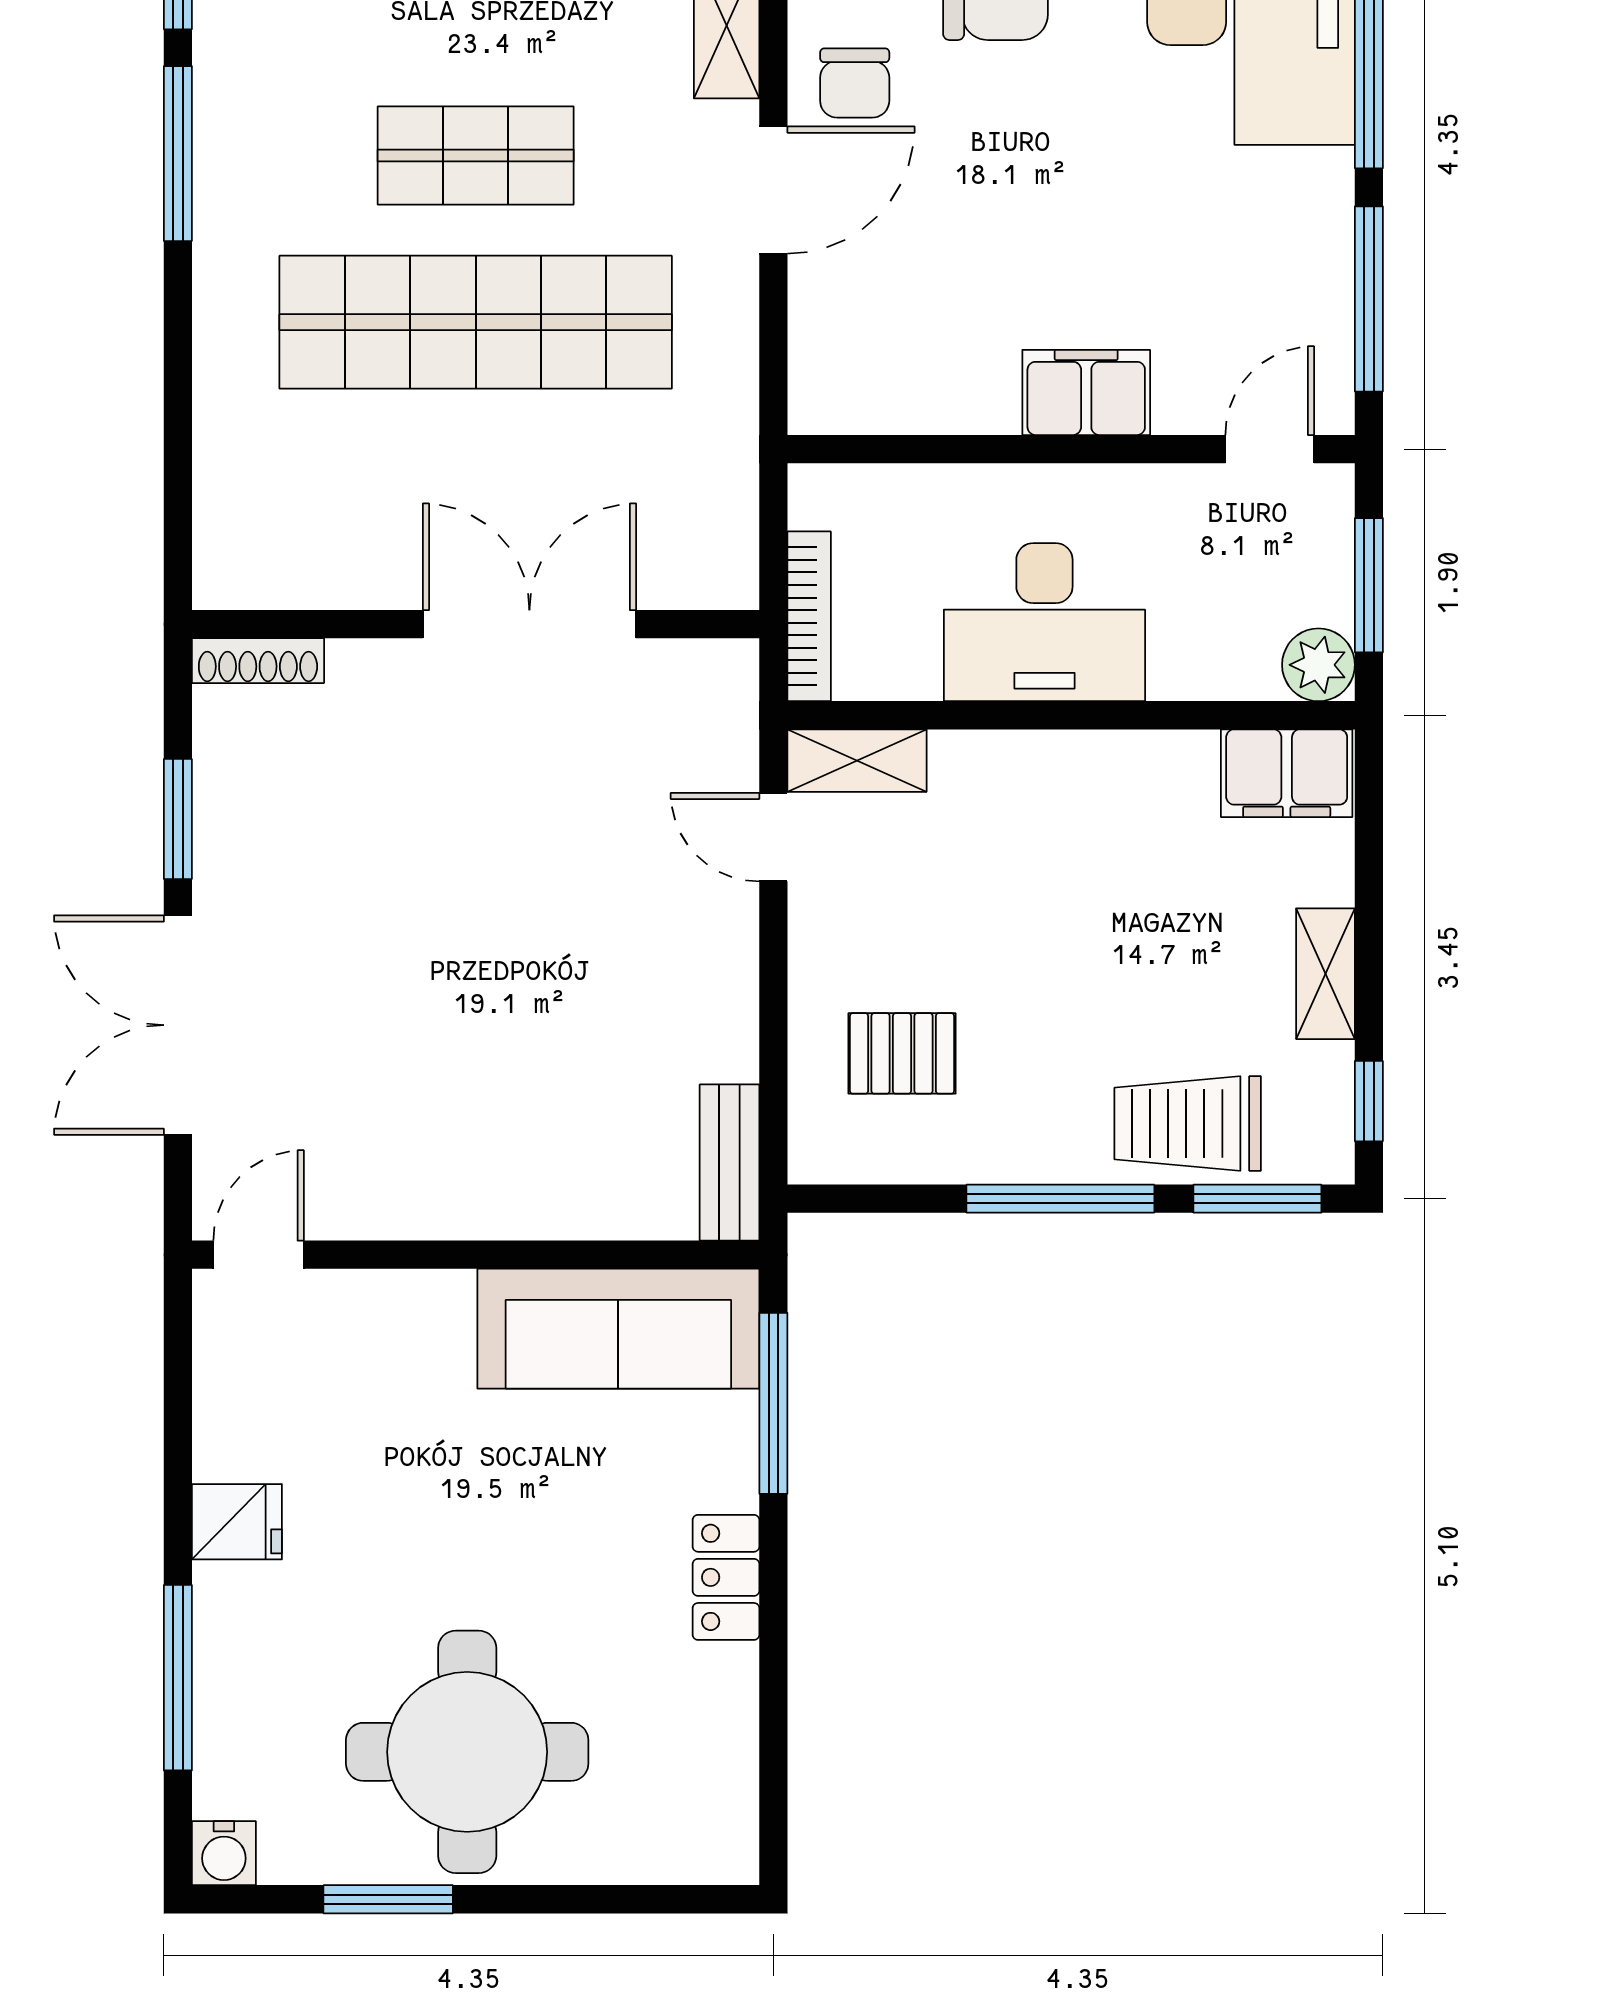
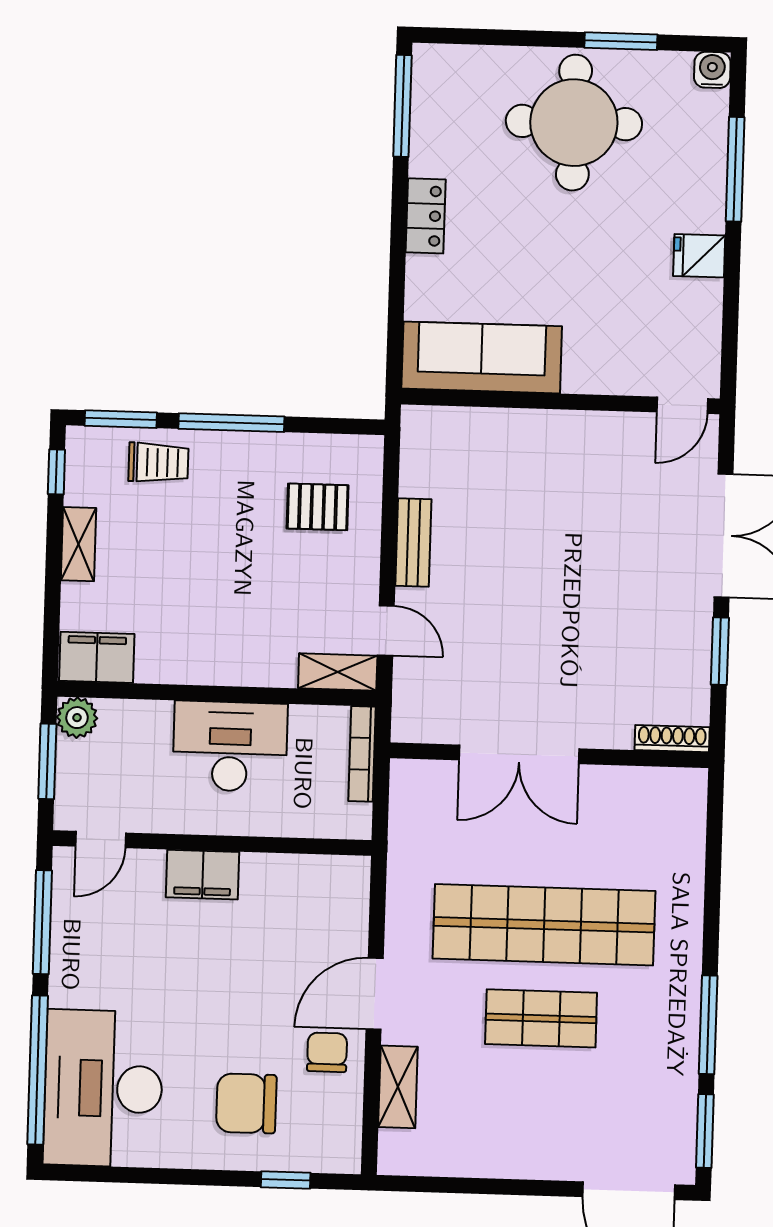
trolley: (1188, 1123) -> (158, 462), width x0.73, depth x0.72
bench: (730, 1163) -> (413, 542), moved
window: (773, 1403) -> (402, 106), moved

